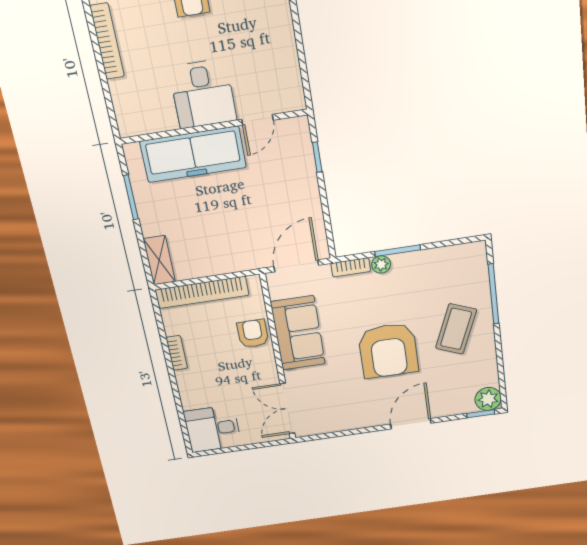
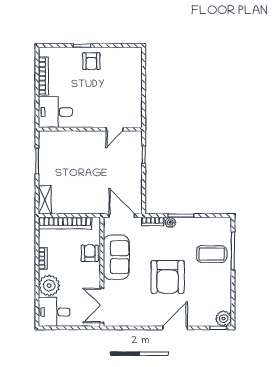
desk: (203, 94) -> (55, 112), moved, turned 90
freezer: (193, 154) -> (76, 142), removed
door: (296, 266) -> (122, 216), hinge flipped
coffee table: (456, 329) -> (212, 254), moved, turned 68
plant: (196, 392) -> (49, 286), added

